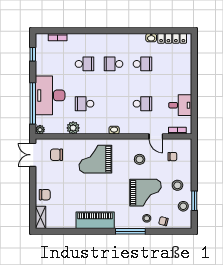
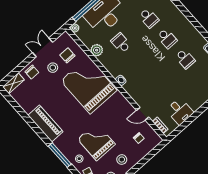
school desk: (113, 64) -> (167, 38), turned 180
school desk: (142, 104) -> (157, 84), removed
door: (156, 136) -> (143, 114), hinge flipped
double door: (33, 155) -> (43, 47), moved
grand piano: (95, 159) -> (89, 85), width x1.37, depth x1.48
stool: (140, 159) -> (53, 68), moved
grand piano: (146, 193) -> (96, 142), turned 180

